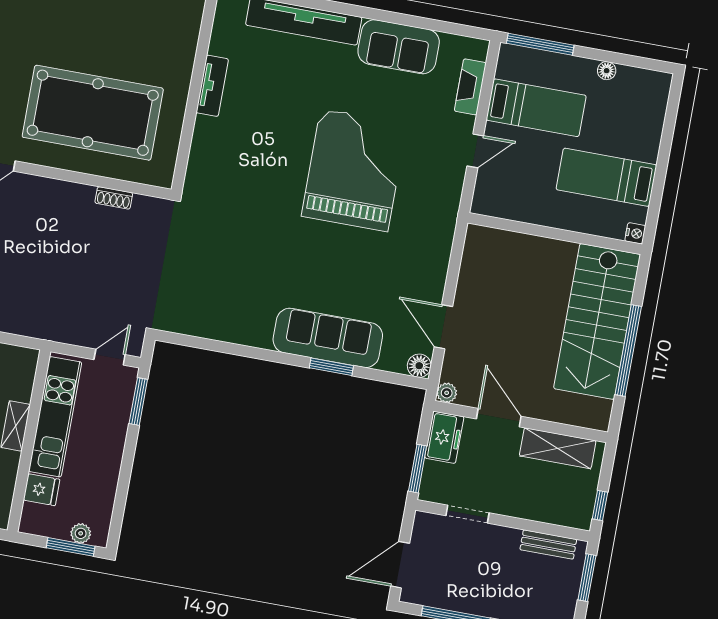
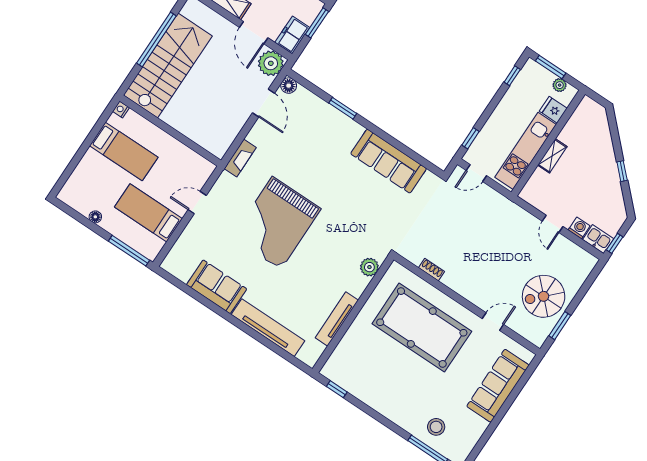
tv unit: (212, 86) -> (337, 319), width x1.41
fireplace: (470, 87) -> (240, 158), moved
plant: (200, 165) -> (369, 267), added
sofa: (328, 338) -> (389, 161), moved
plant: (447, 393) -> (271, 63), width x1.88, depth x1.88
window: (138, 401) -> (470, 138), width x0.67
window: (118, 512) -> (512, 76), added
plant: (81, 533) -> (560, 85), moved

